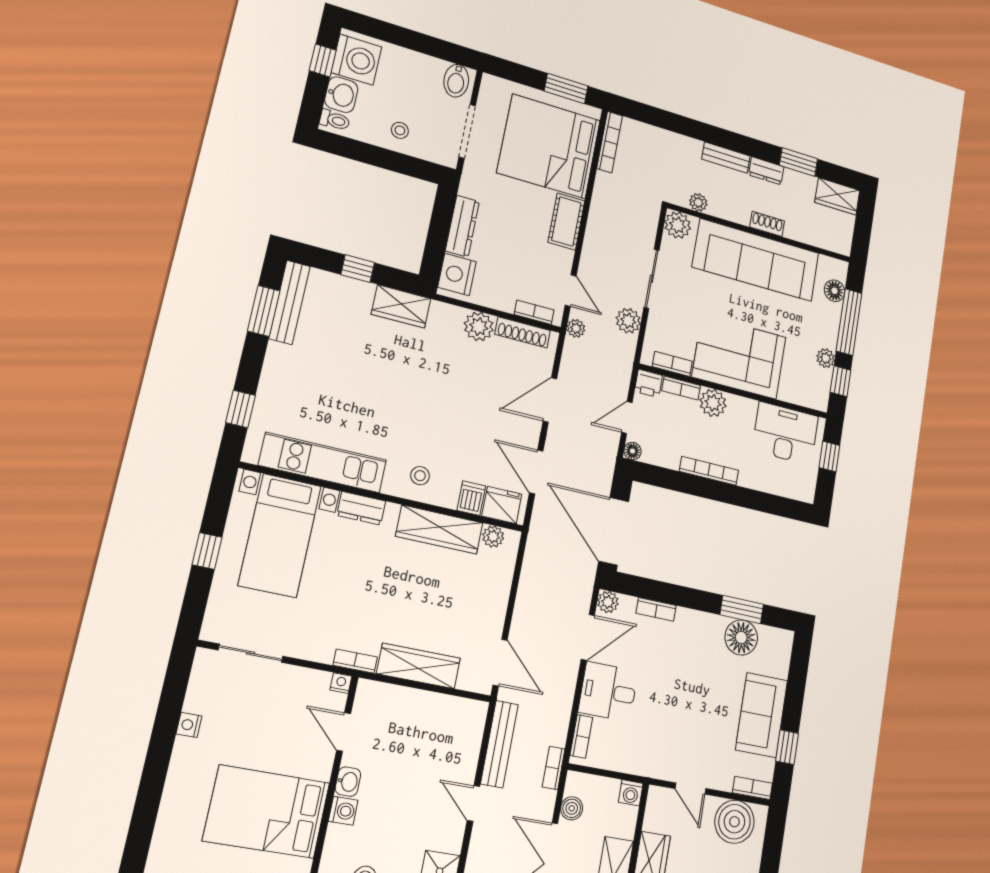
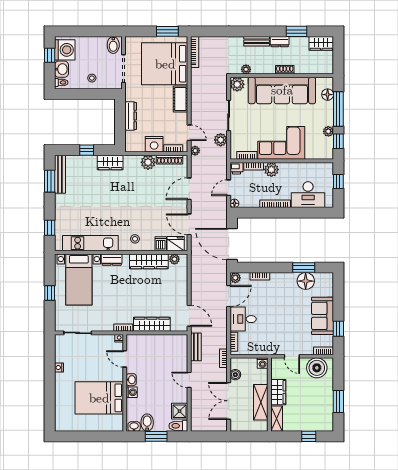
nightstand: (457, 274) -> (154, 144), moved, turned -90
desk: (785, 433) -> (308, 195), moved, turned 180
bench: (499, 744) -> (196, 347), width x0.73

